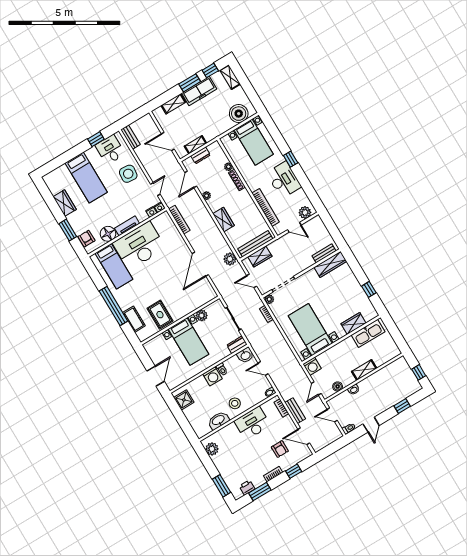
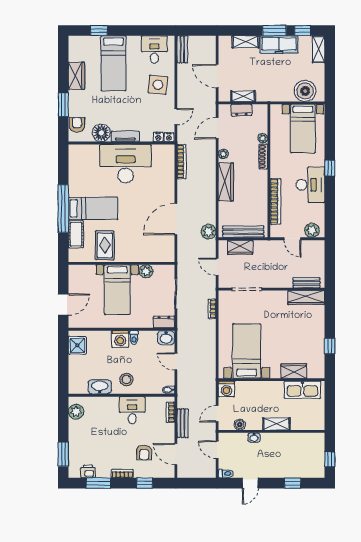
window: (96, 139) -> (99, 31), moved
wardrobe: (223, 220) -> (226, 182), width x1.50
bed: (114, 266) -> (93, 208), moved, turned -90
plant: (269, 299) -> (224, 296), removed
desk: (252, 423) -> (132, 410), width x0.73

